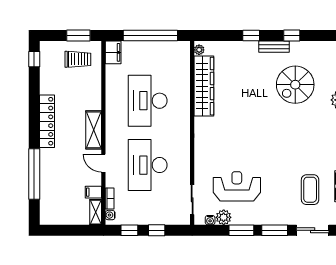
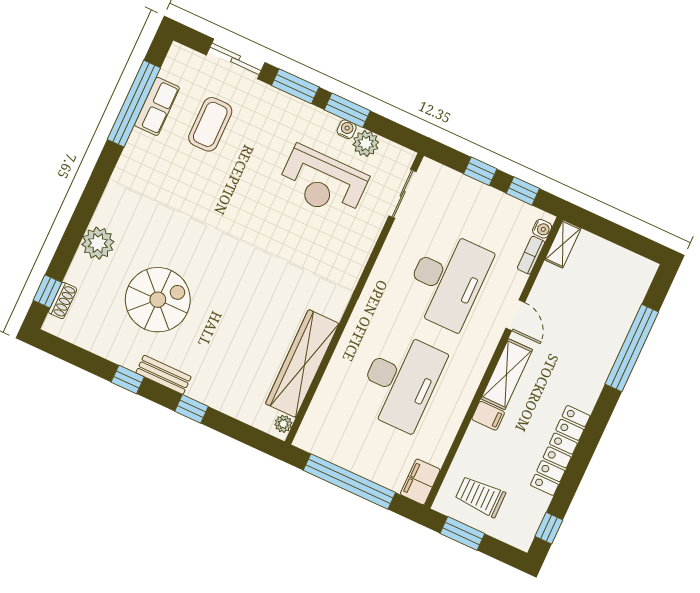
locker: (47, 121) -> (560, 450), moved
filing cabinet: (93, 192) -> (488, 416), moved
water cooler: (210, 220) -> (347, 129), moved

